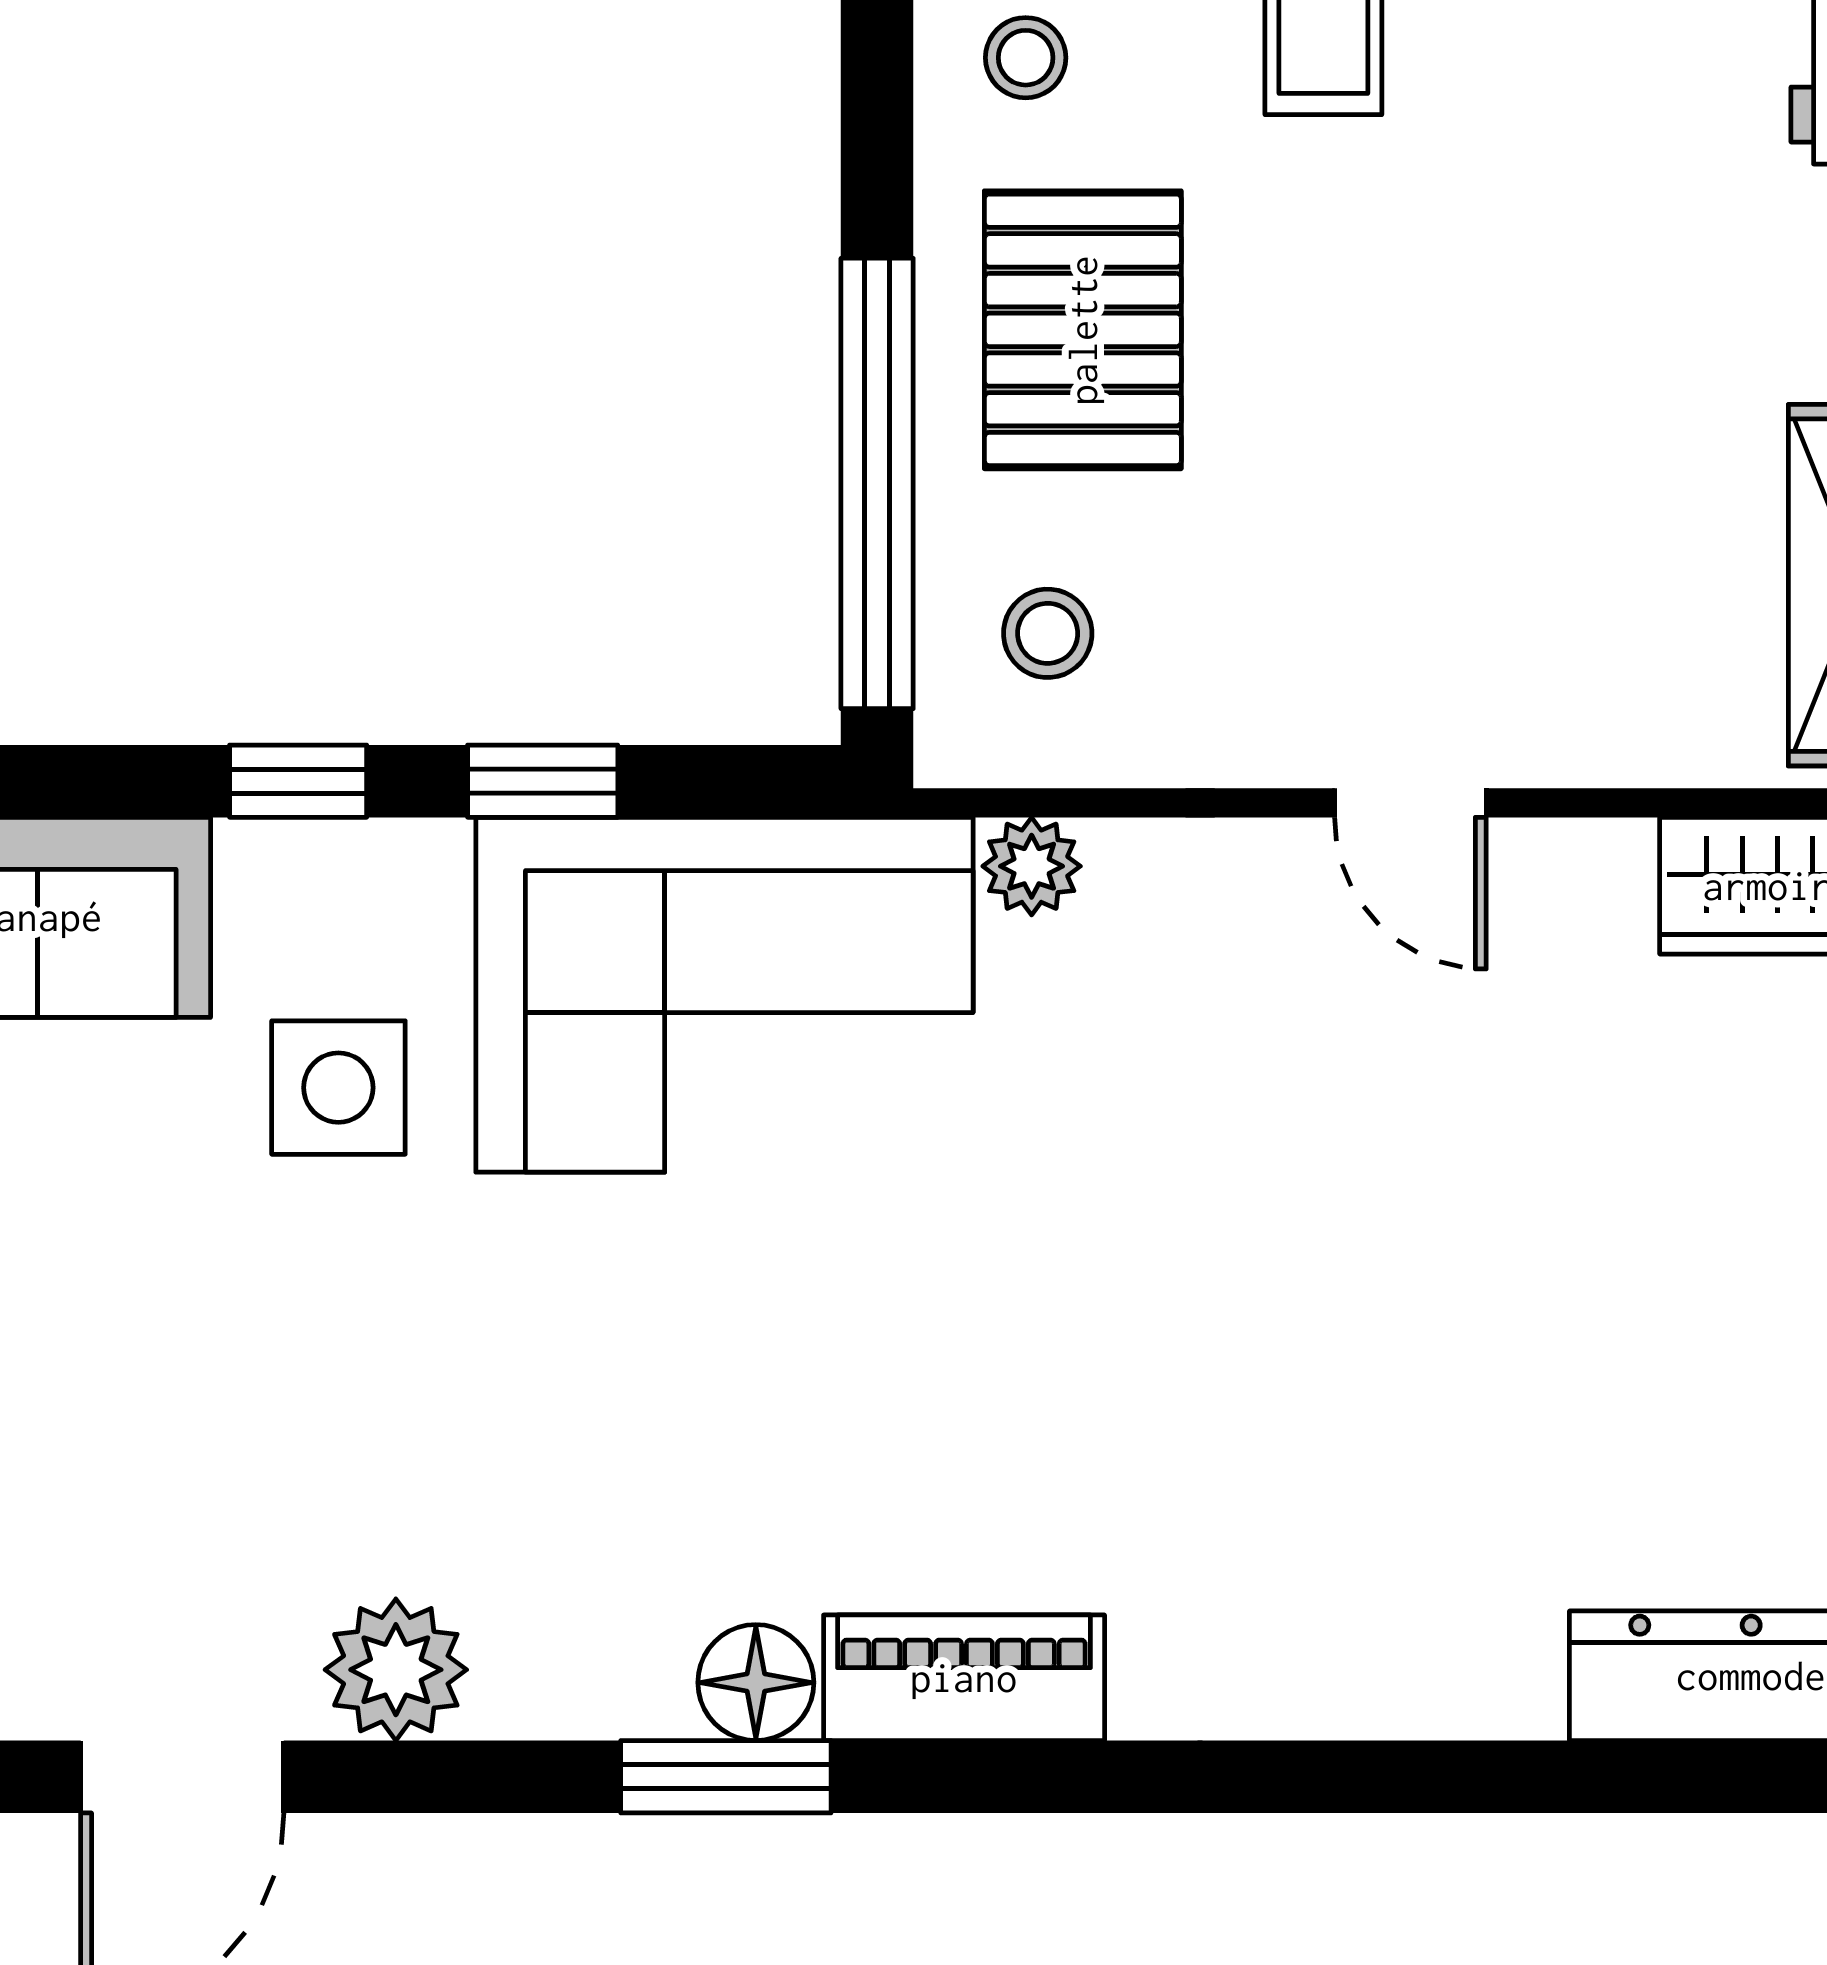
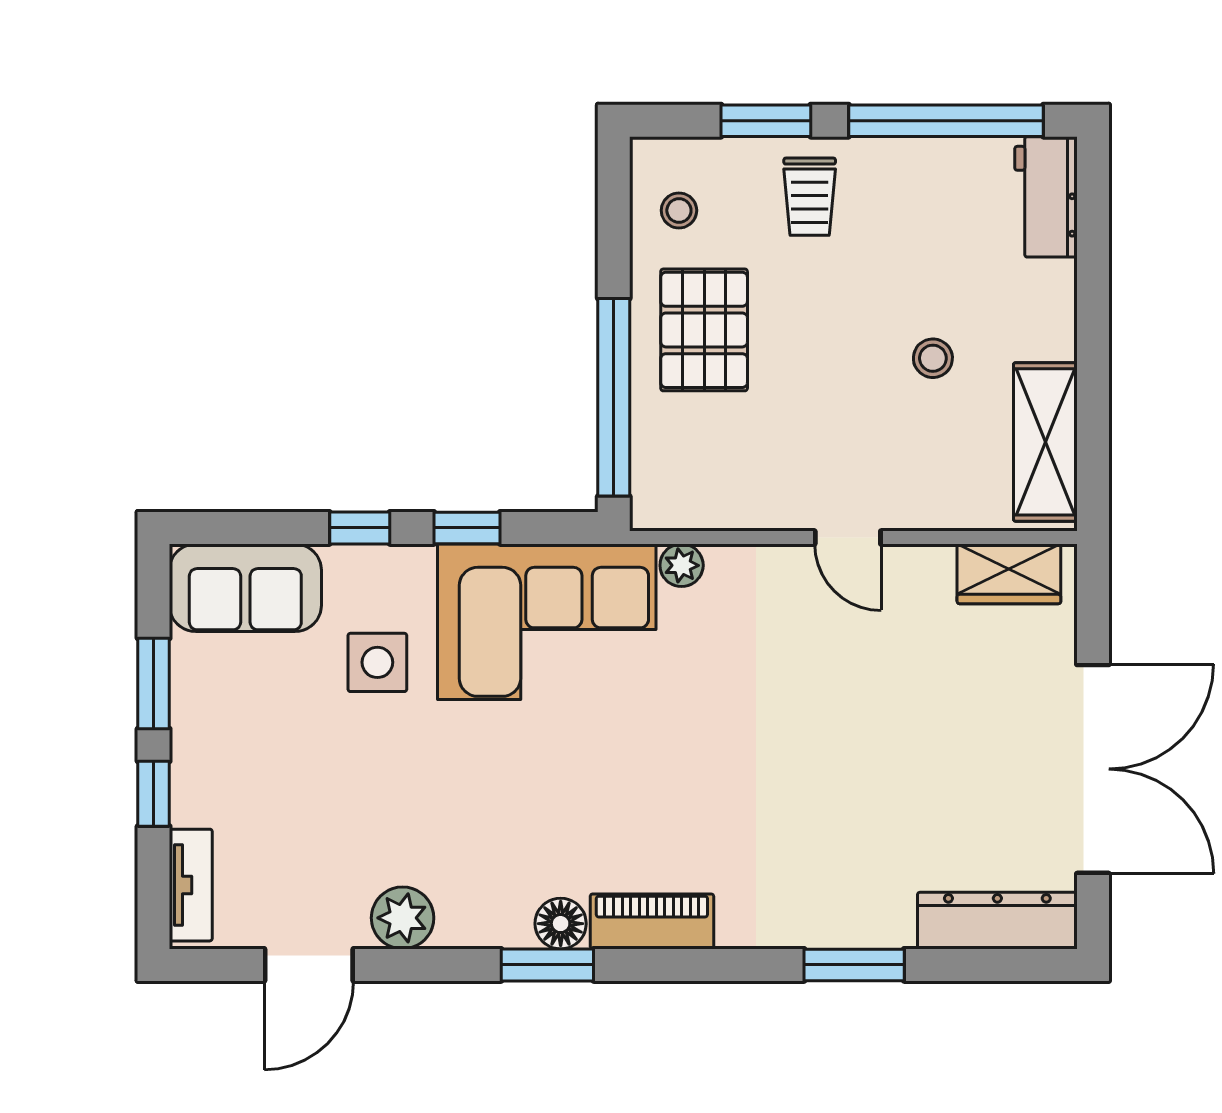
stool: (1048, 633) -> (933, 358), moved
window: (1425, 1777) -> (854, 965), added

